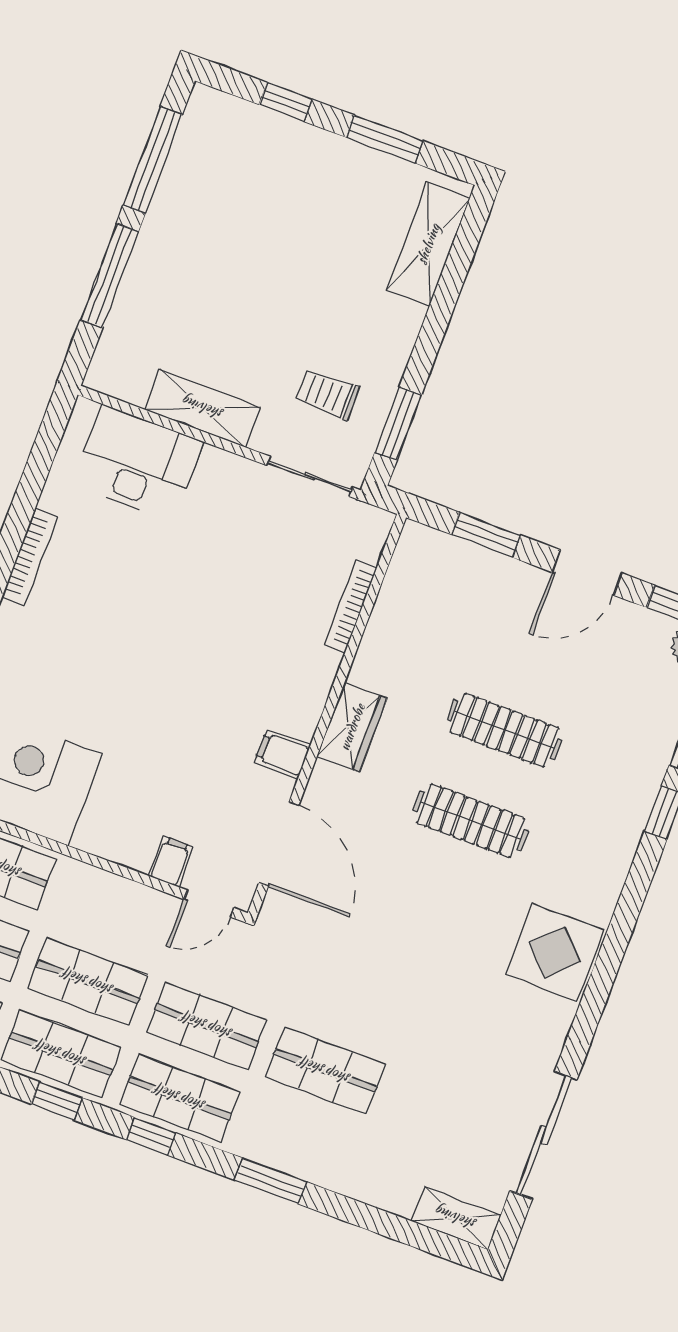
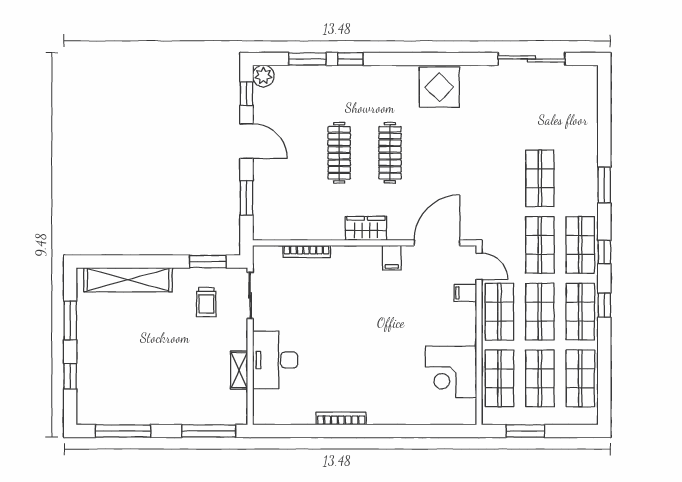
shelving: (428, 244) -> (128, 280), width x1.47
window: (109, 276) -> (209, 431), moved
shelving: (203, 408) -> (239, 370), width x0.67, depth x0.75
desk: (138, 463) -> (275, 360), moved
shop shelf: (115, 910) -> (499, 312), added
shelving: (456, 1218) -> (588, 87), removed

